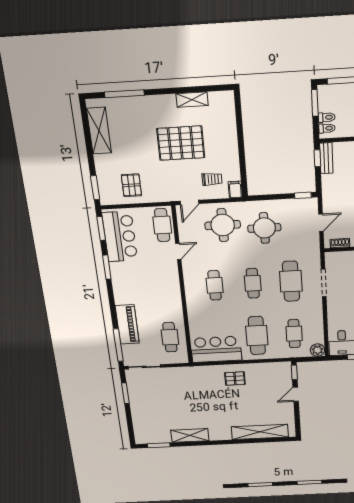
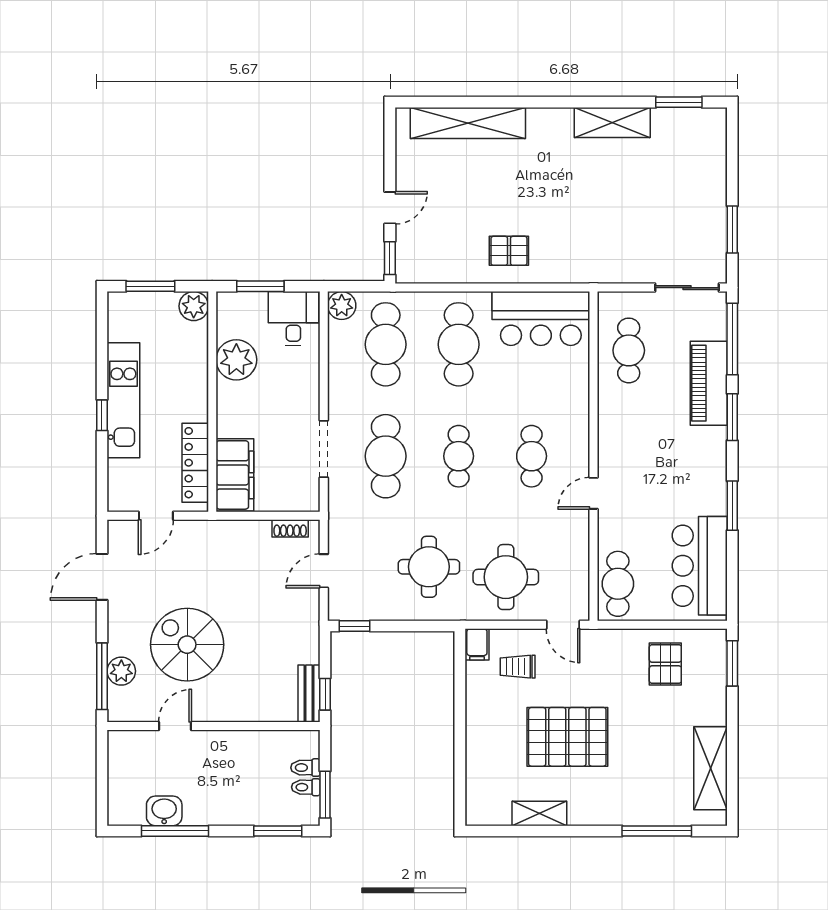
toilet: (327, 128) -> (306, 787), moved
door: (189, 202) -> (563, 625), swing flipped
window: (101, 229) -> (732, 417), moved
door: (178, 251) -> (593, 493), moved
cafe table: (294, 334) -> (386, 344), width x1.37, depth x1.35

